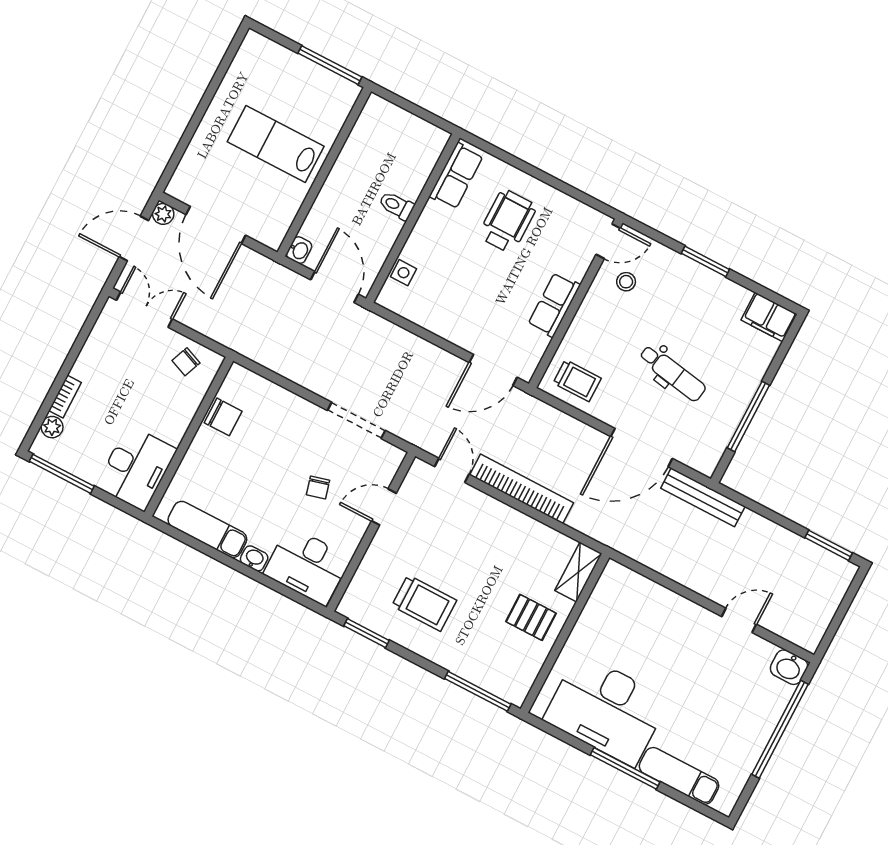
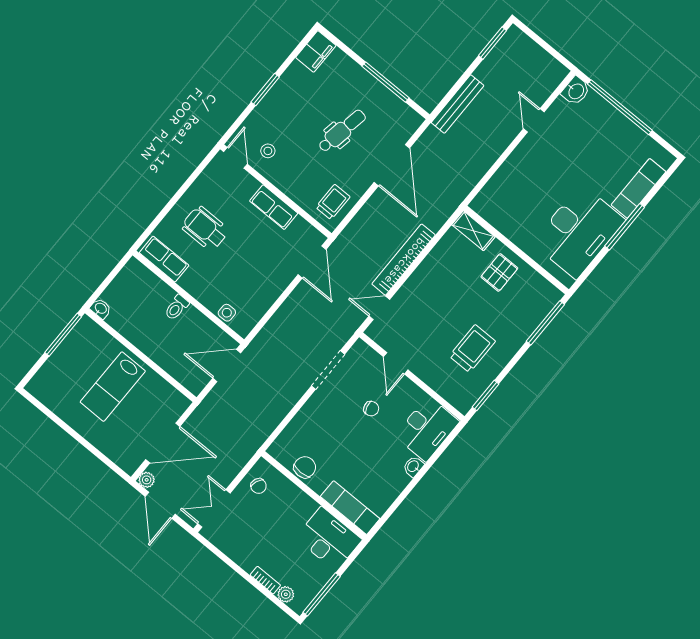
washbasin: (299, 250) -> (101, 309), moved
bench: (703, 497) -> (458, 104), moved
exam couch: (207, 529) -> (350, 508), moved, turned 90

